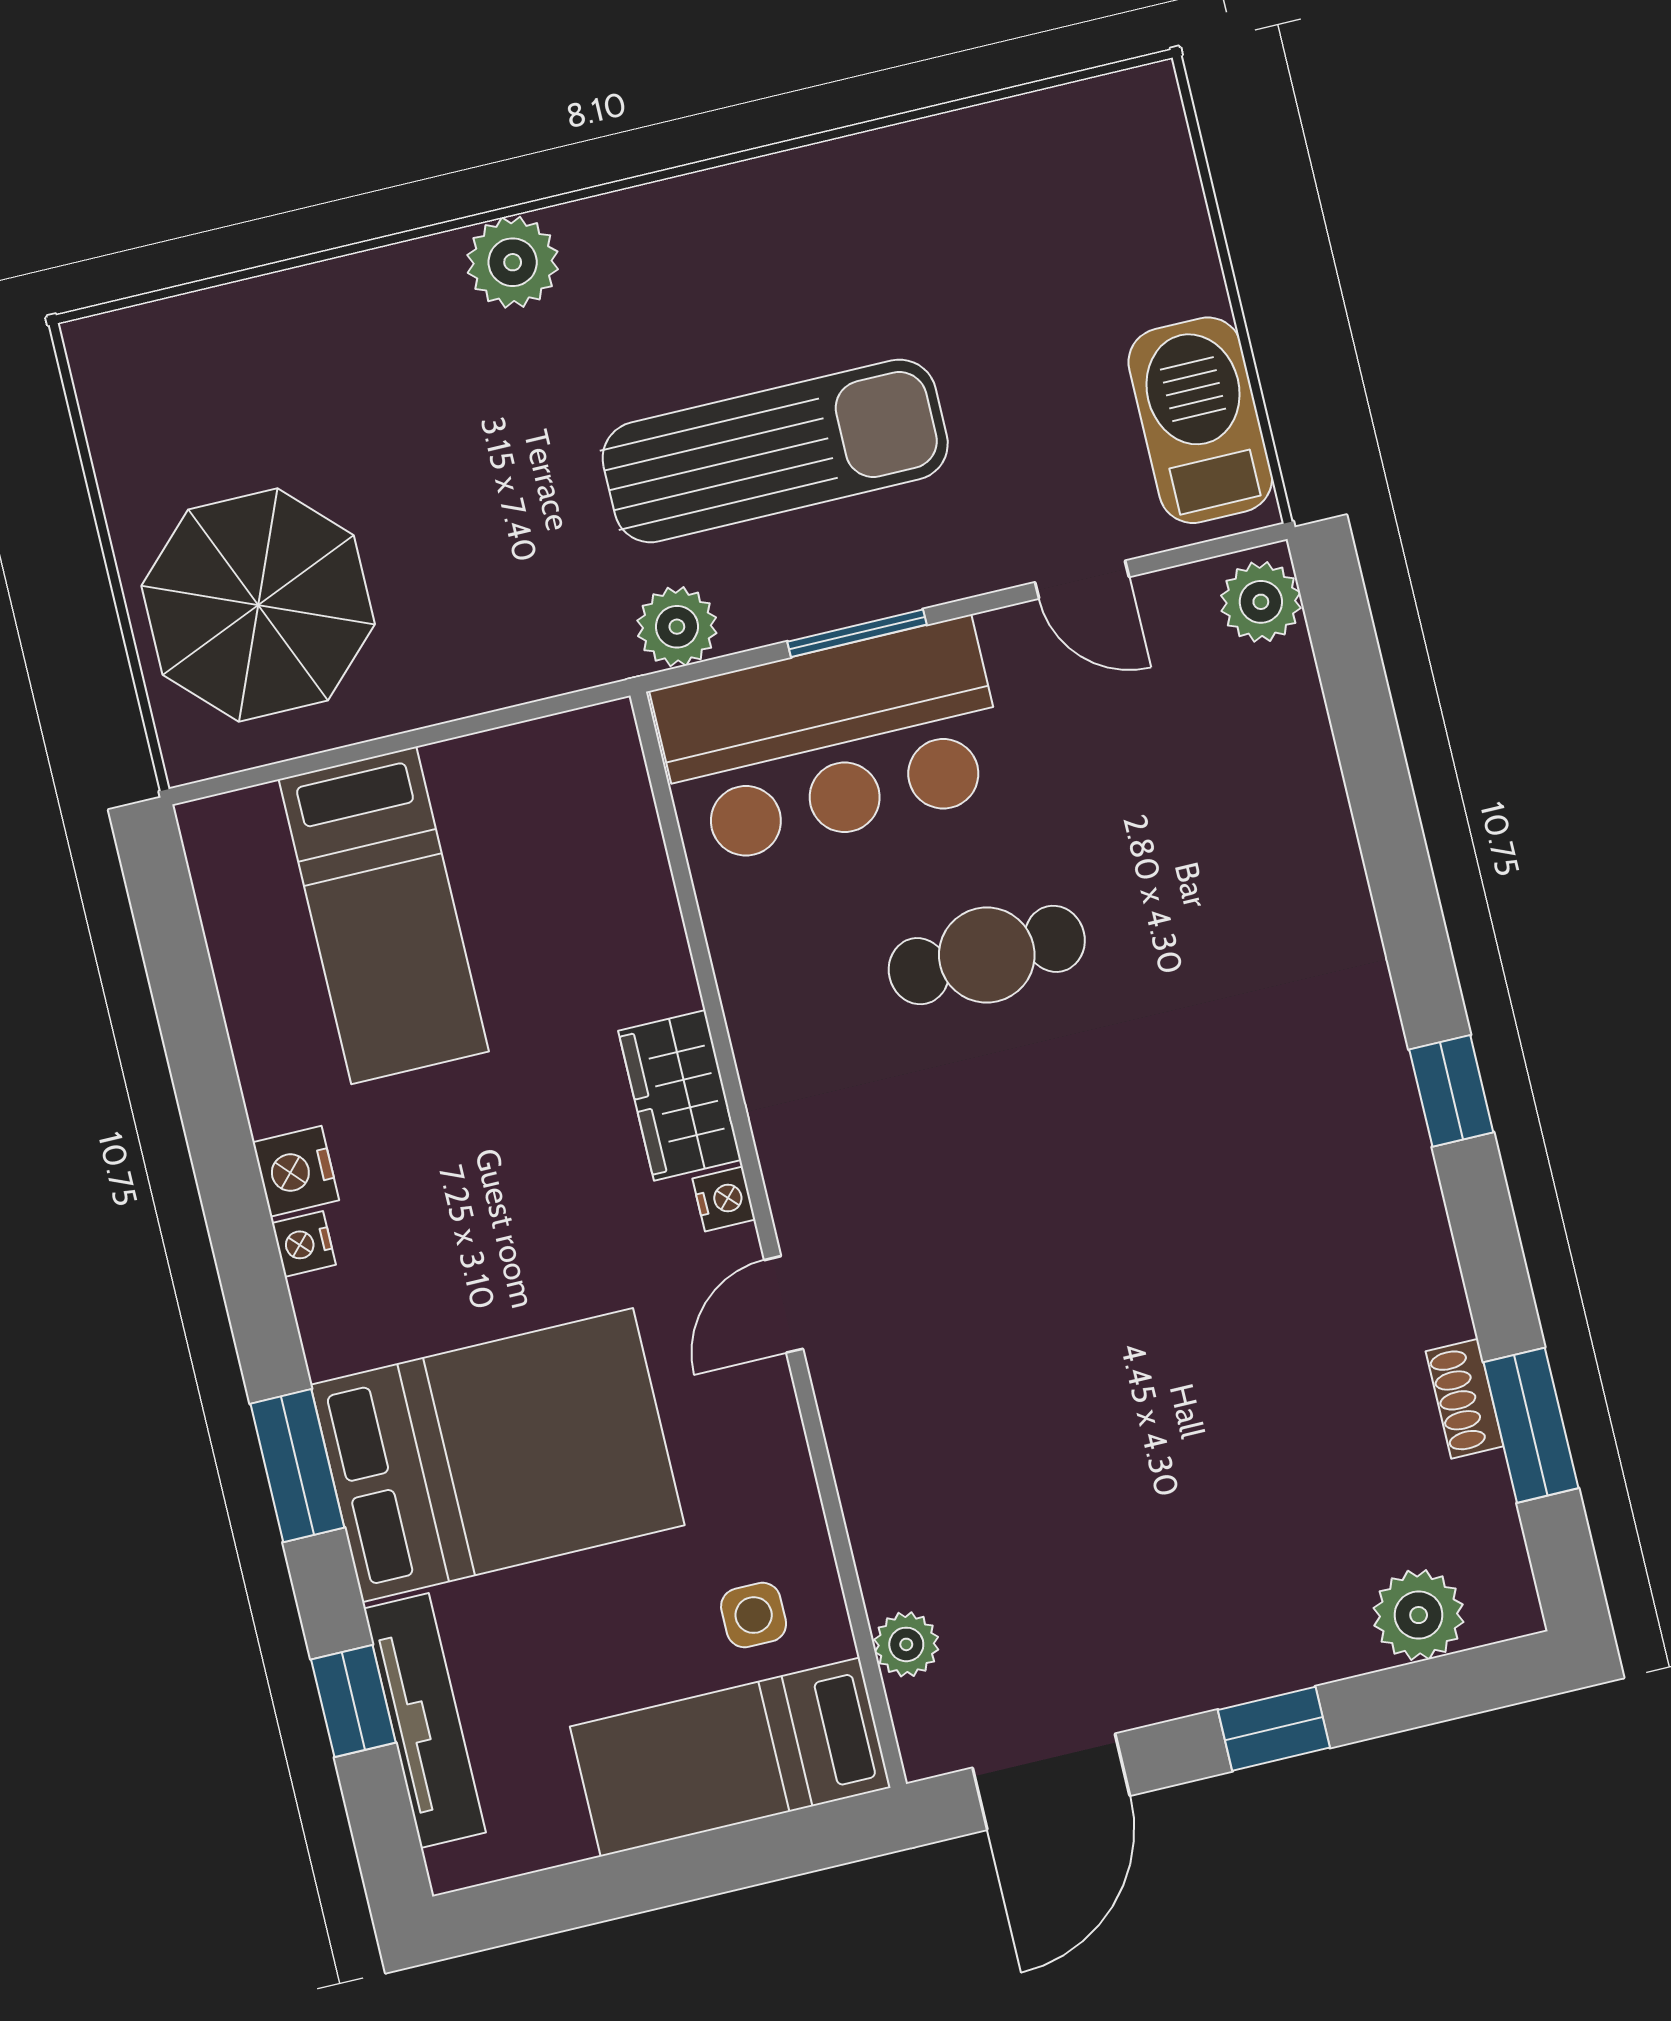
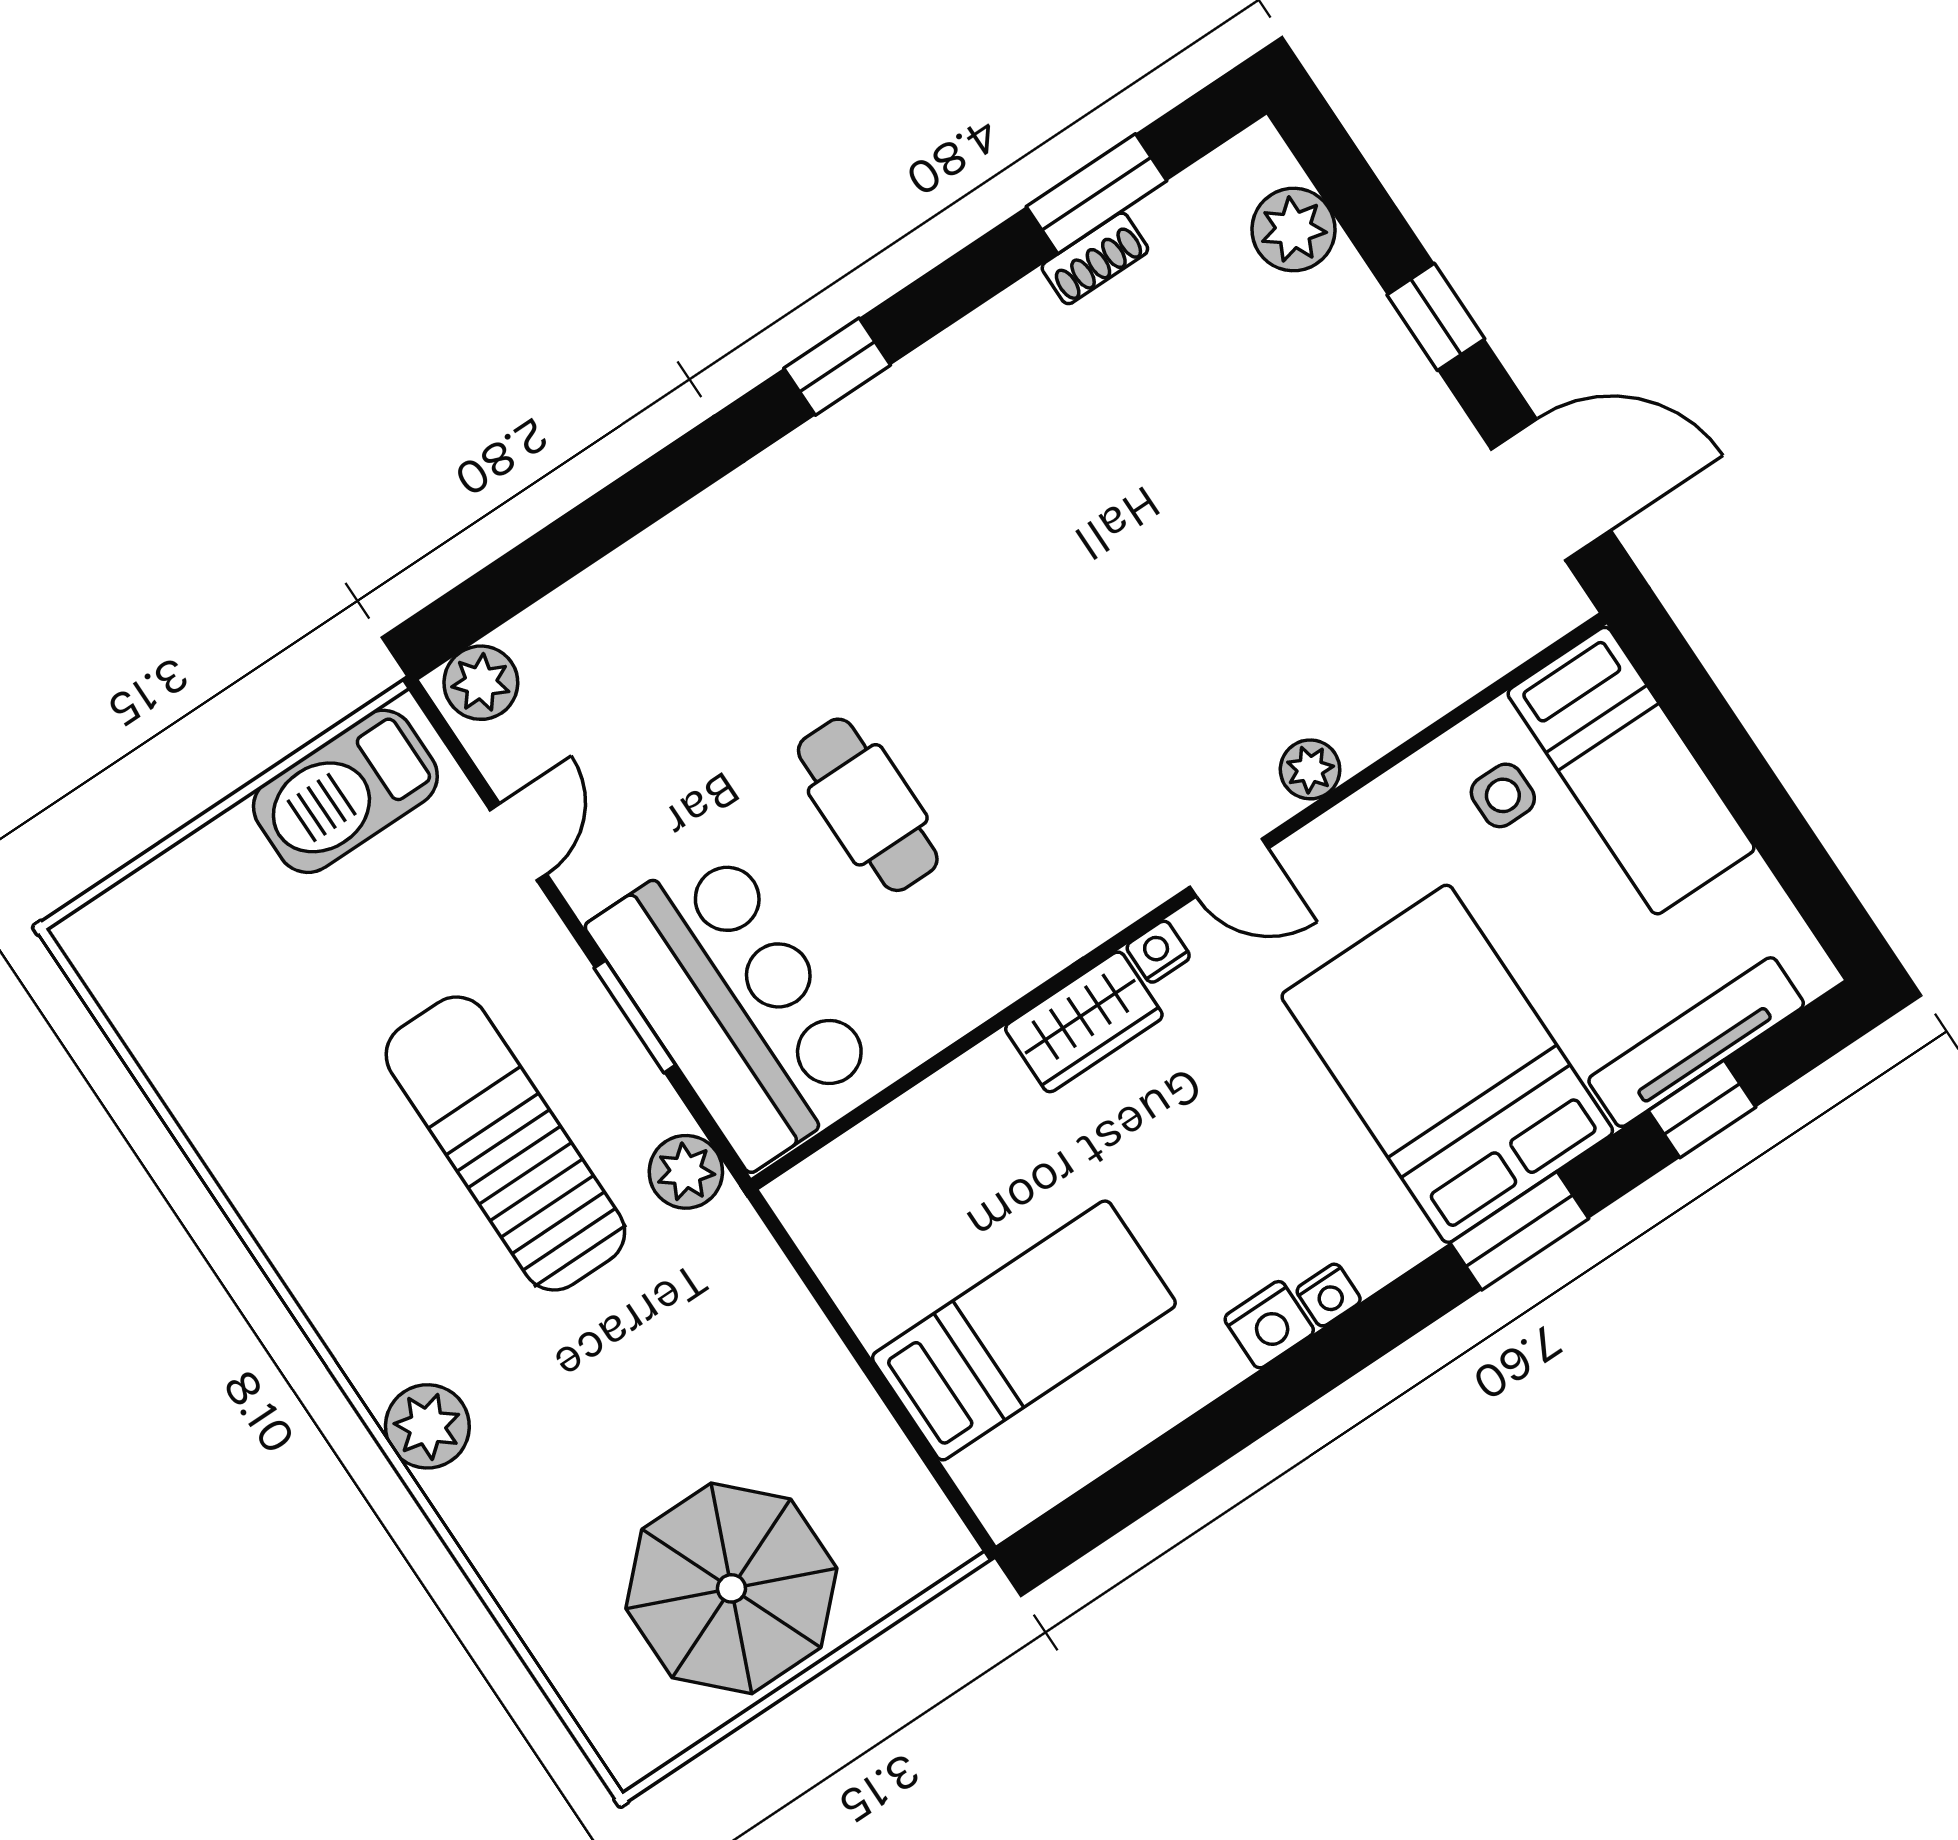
parasol: (258, 605) -> (731, 1588), moved
plant: (906, 1644) -> (1310, 769), moved

